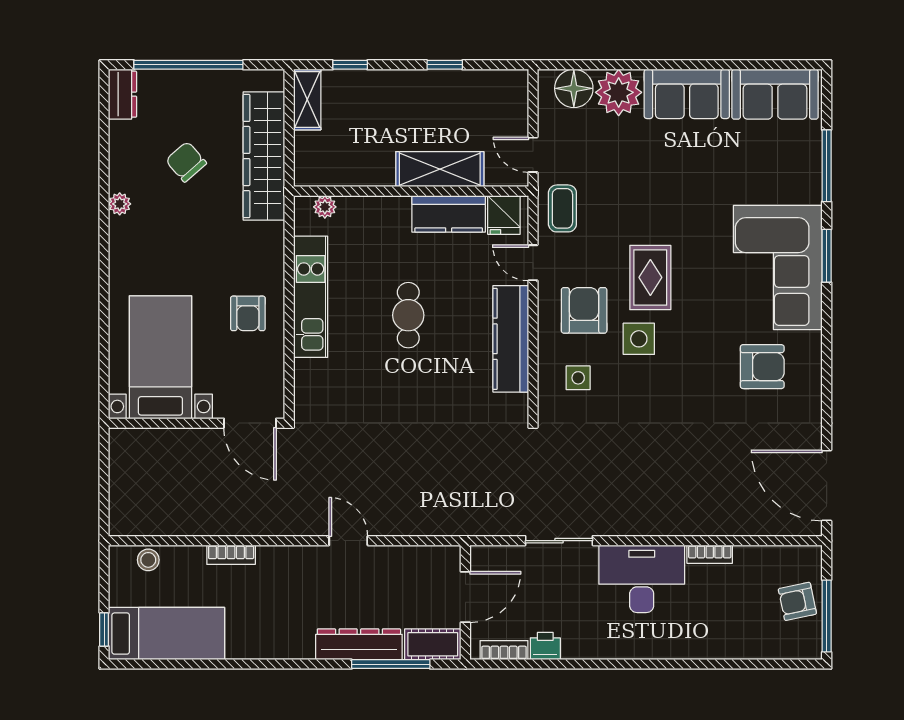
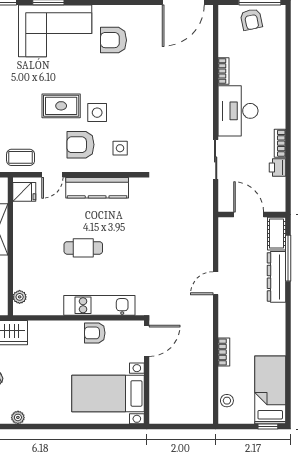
kitchen counter: (449, 214) -> (24, 224), removed
kitchen unit: (311, 297) -> (99, 305), moved
armchair: (248, 313) -> (95, 333), moved, turned 180
armchair: (762, 367) -> (113, 40), turned -90
bookcase: (504, 650) -> (280, 143), moved

